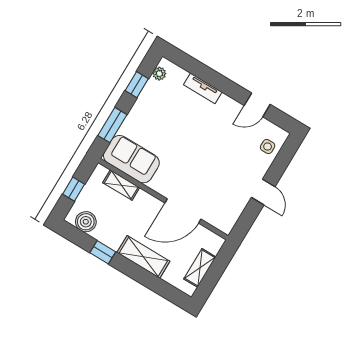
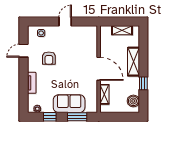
door: (257, 105) -> (24, 51), swing flipped
armchair: (224, 136) -> (49, 58), added
sofa: (131, 159) -> (69, 104), moved, turned 90
window: (74, 189) -> (121, 117), removed
door: (183, 211) -> (99, 69), moved

